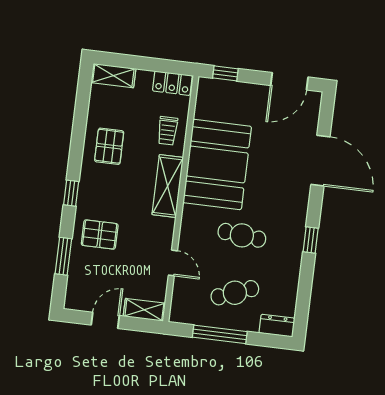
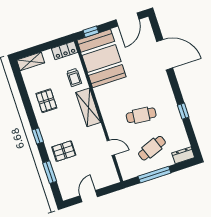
booth: (217, 164) -> (102, 58), moved
window: (311, 240) -> (183, 111), moved
shelving: (144, 310) -> (107, 181), removed

